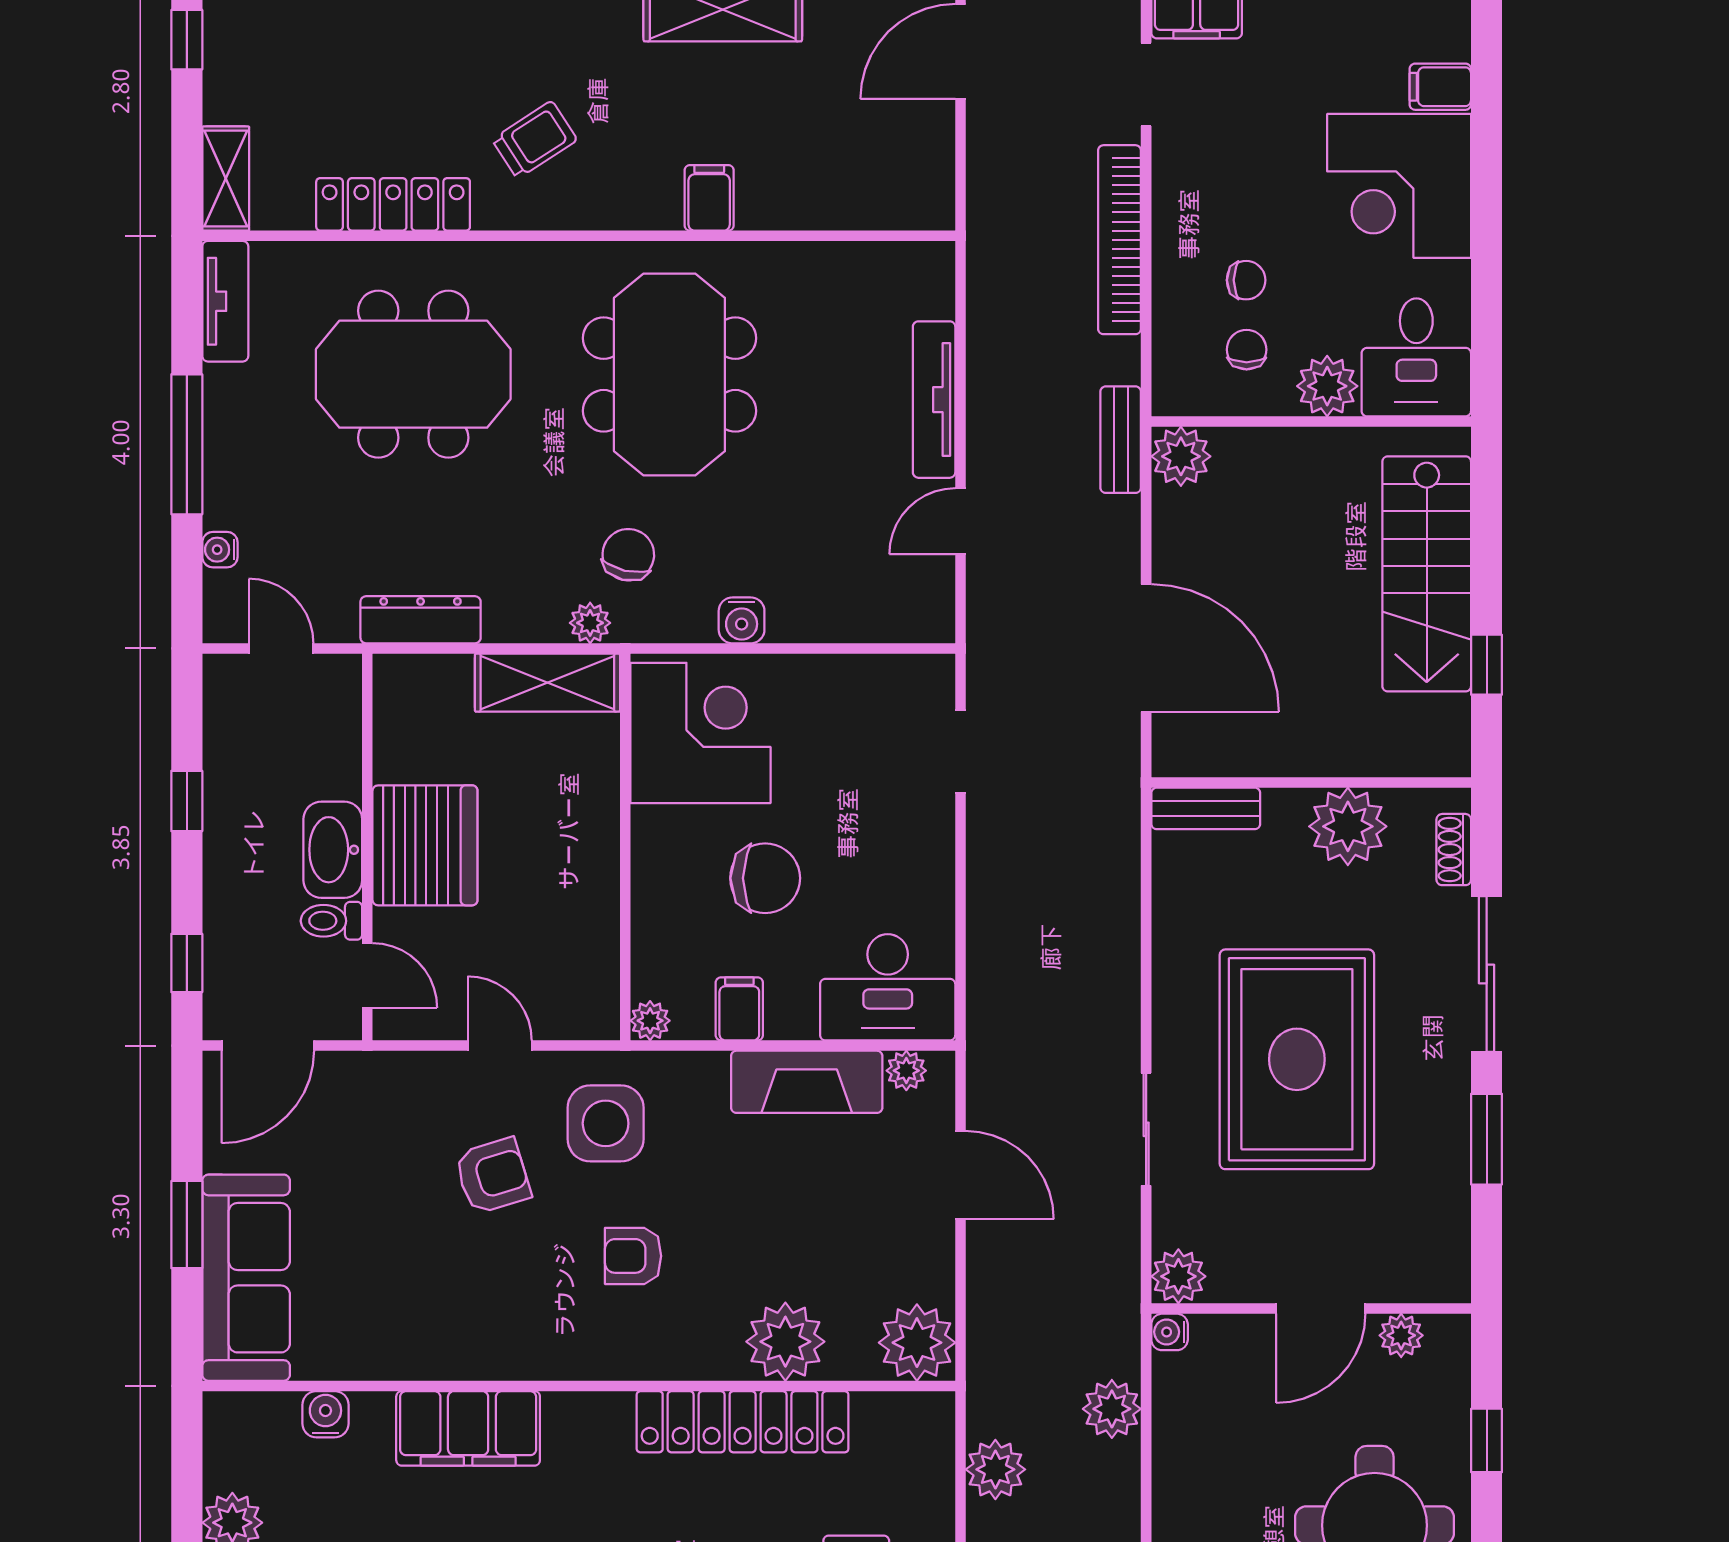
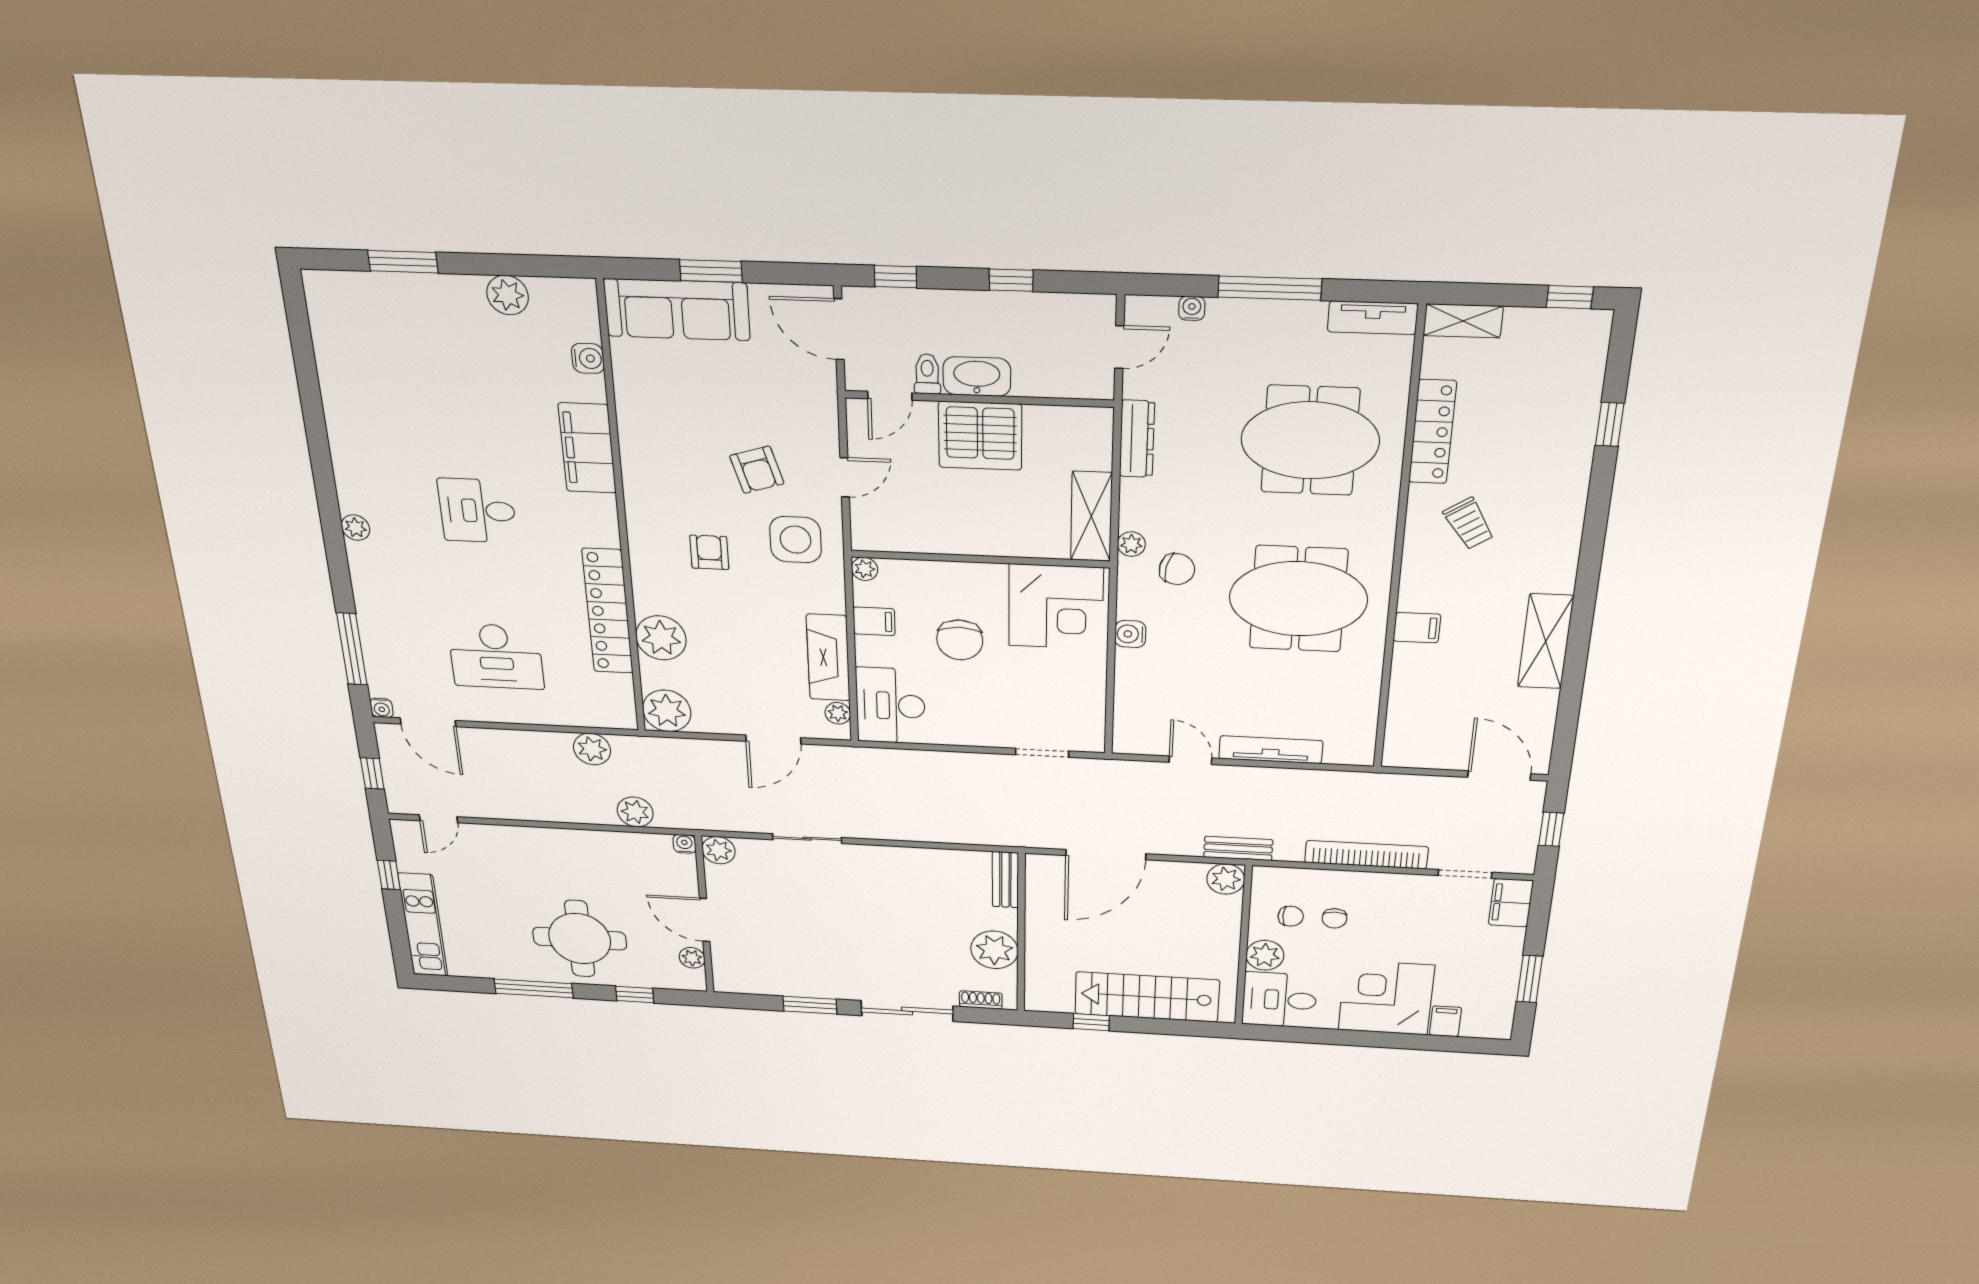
meeting table: (413, 374) -> (1310, 440), turned 90
rug: (1297, 1059) -> (853, 917), removed

